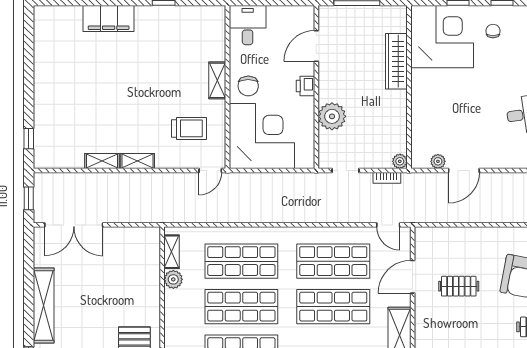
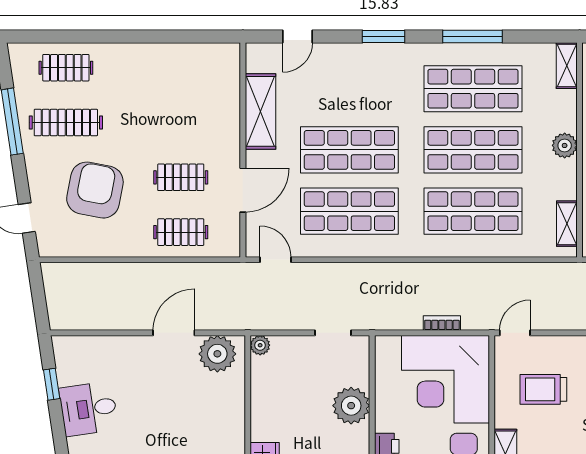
plant: (438, 161) -> (217, 354), width x1.87, depth x1.87
bookcase: (387, 178) -> (442, 323), moved
clothes rail: (459, 245) -> (181, 232), added
plant: (173, 279) -> (565, 145), moved

